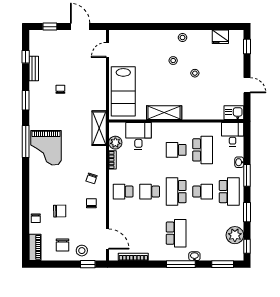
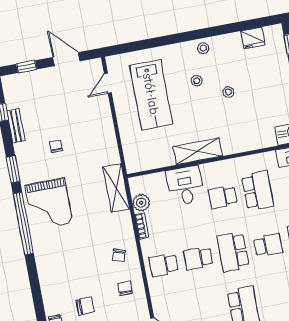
lab bench: (123, 91) -> (151, 95), moved
desk: (138, 136) -> (185, 185), moved
window: (26, 142) -> (23, 223), width x1.46
grand piano: (46, 148) -> (49, 204), moved

